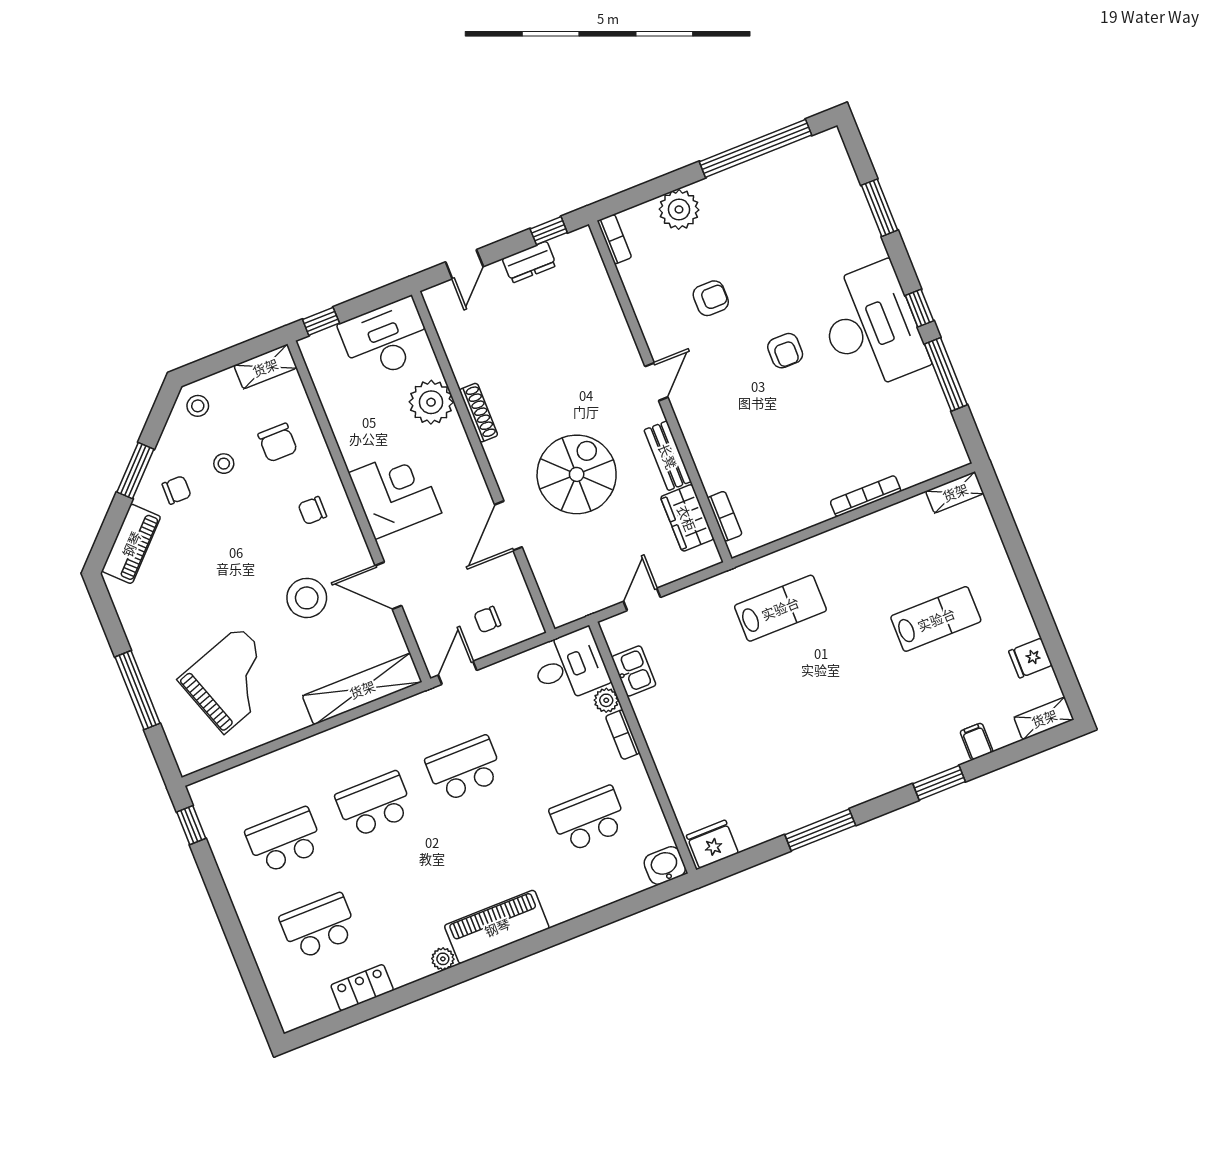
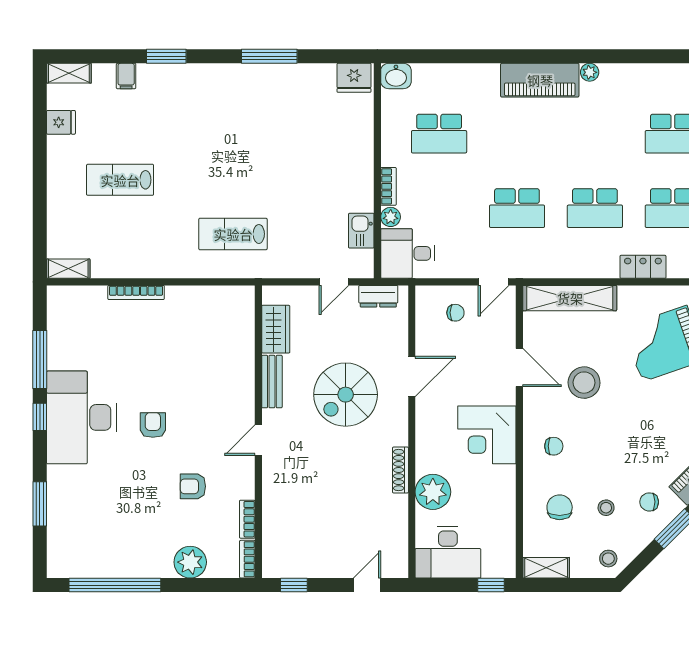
dresser: (529, 262) -> (378, 296), moved, turned 180
bookcase: (725, 516) -> (247, 519), moved
locker: (362, 988) -> (643, 267), moved, turned 180

